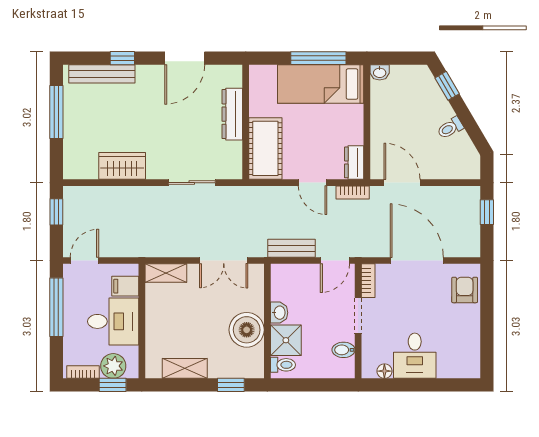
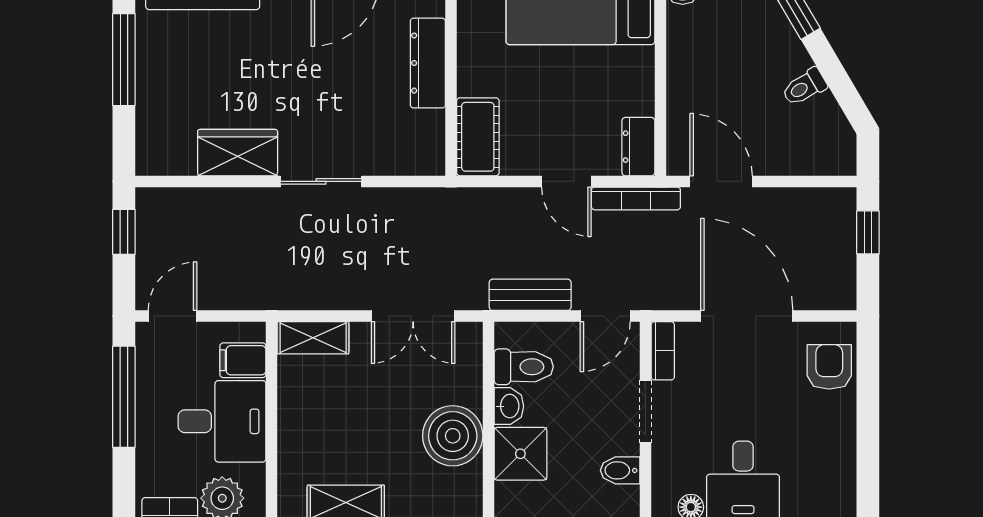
cot: (265, 148) -> (478, 137), width x0.73, depth x0.75
sliding door: (192, 183) -> (321, 181), moved
bookcase: (353, 192) -> (636, 198), width x1.56
toilet: (283, 365) -> (524, 367), moved, width x1.37, depth x1.39

